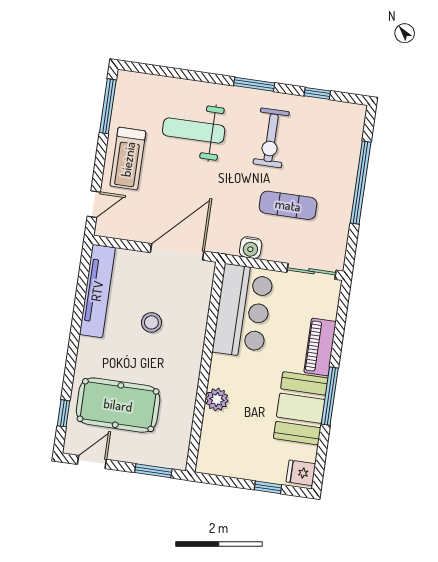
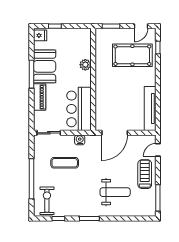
exercise bike: (271, 138) -> (47, 201), moved
stool: (151, 322) -> (122, 97), removed

